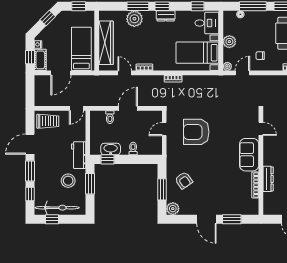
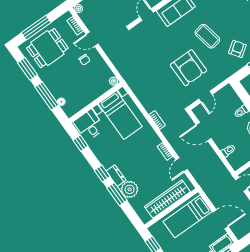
dresser: (166, 16) -> (116, 176), moved
plant: (229, 42) -> (91, 94), removed
door: (242, 73) -> (92, 39), moved
door: (128, 108) -> (204, 132), moved
door: (164, 129) -> (205, 97), hinge flipped
coffee table: (210, 164) -> (207, 36), added

